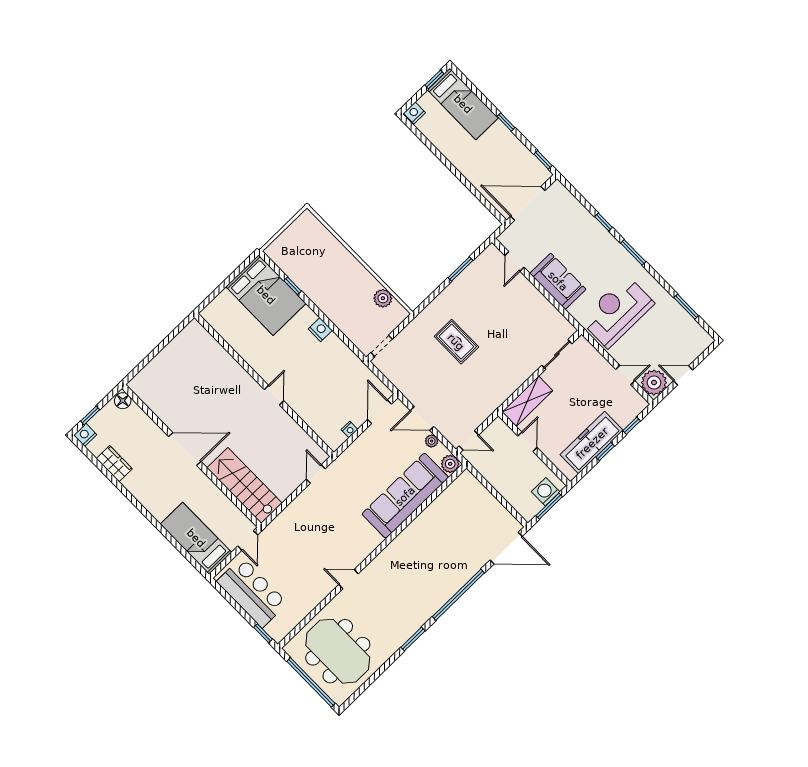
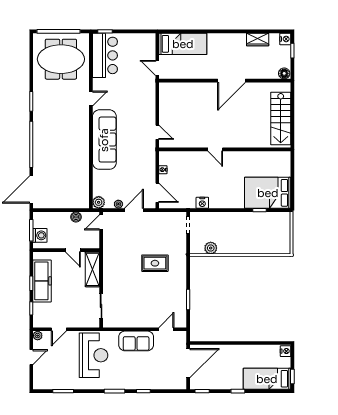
door: (514, 261) -> (166, 329), hinge flipped
nightstand: (320, 330) -> (202, 203), moved
plant: (654, 383) -> (38, 336), width x0.53, depth x0.53
boiler: (489, 473) -> (76, 217), added
stairs: (245, 485) -> (281, 118), moved, turned 90
sofa: (405, 496) -> (104, 140), moved
bar counter: (252, 592) -> (105, 55), moved, turned -90

